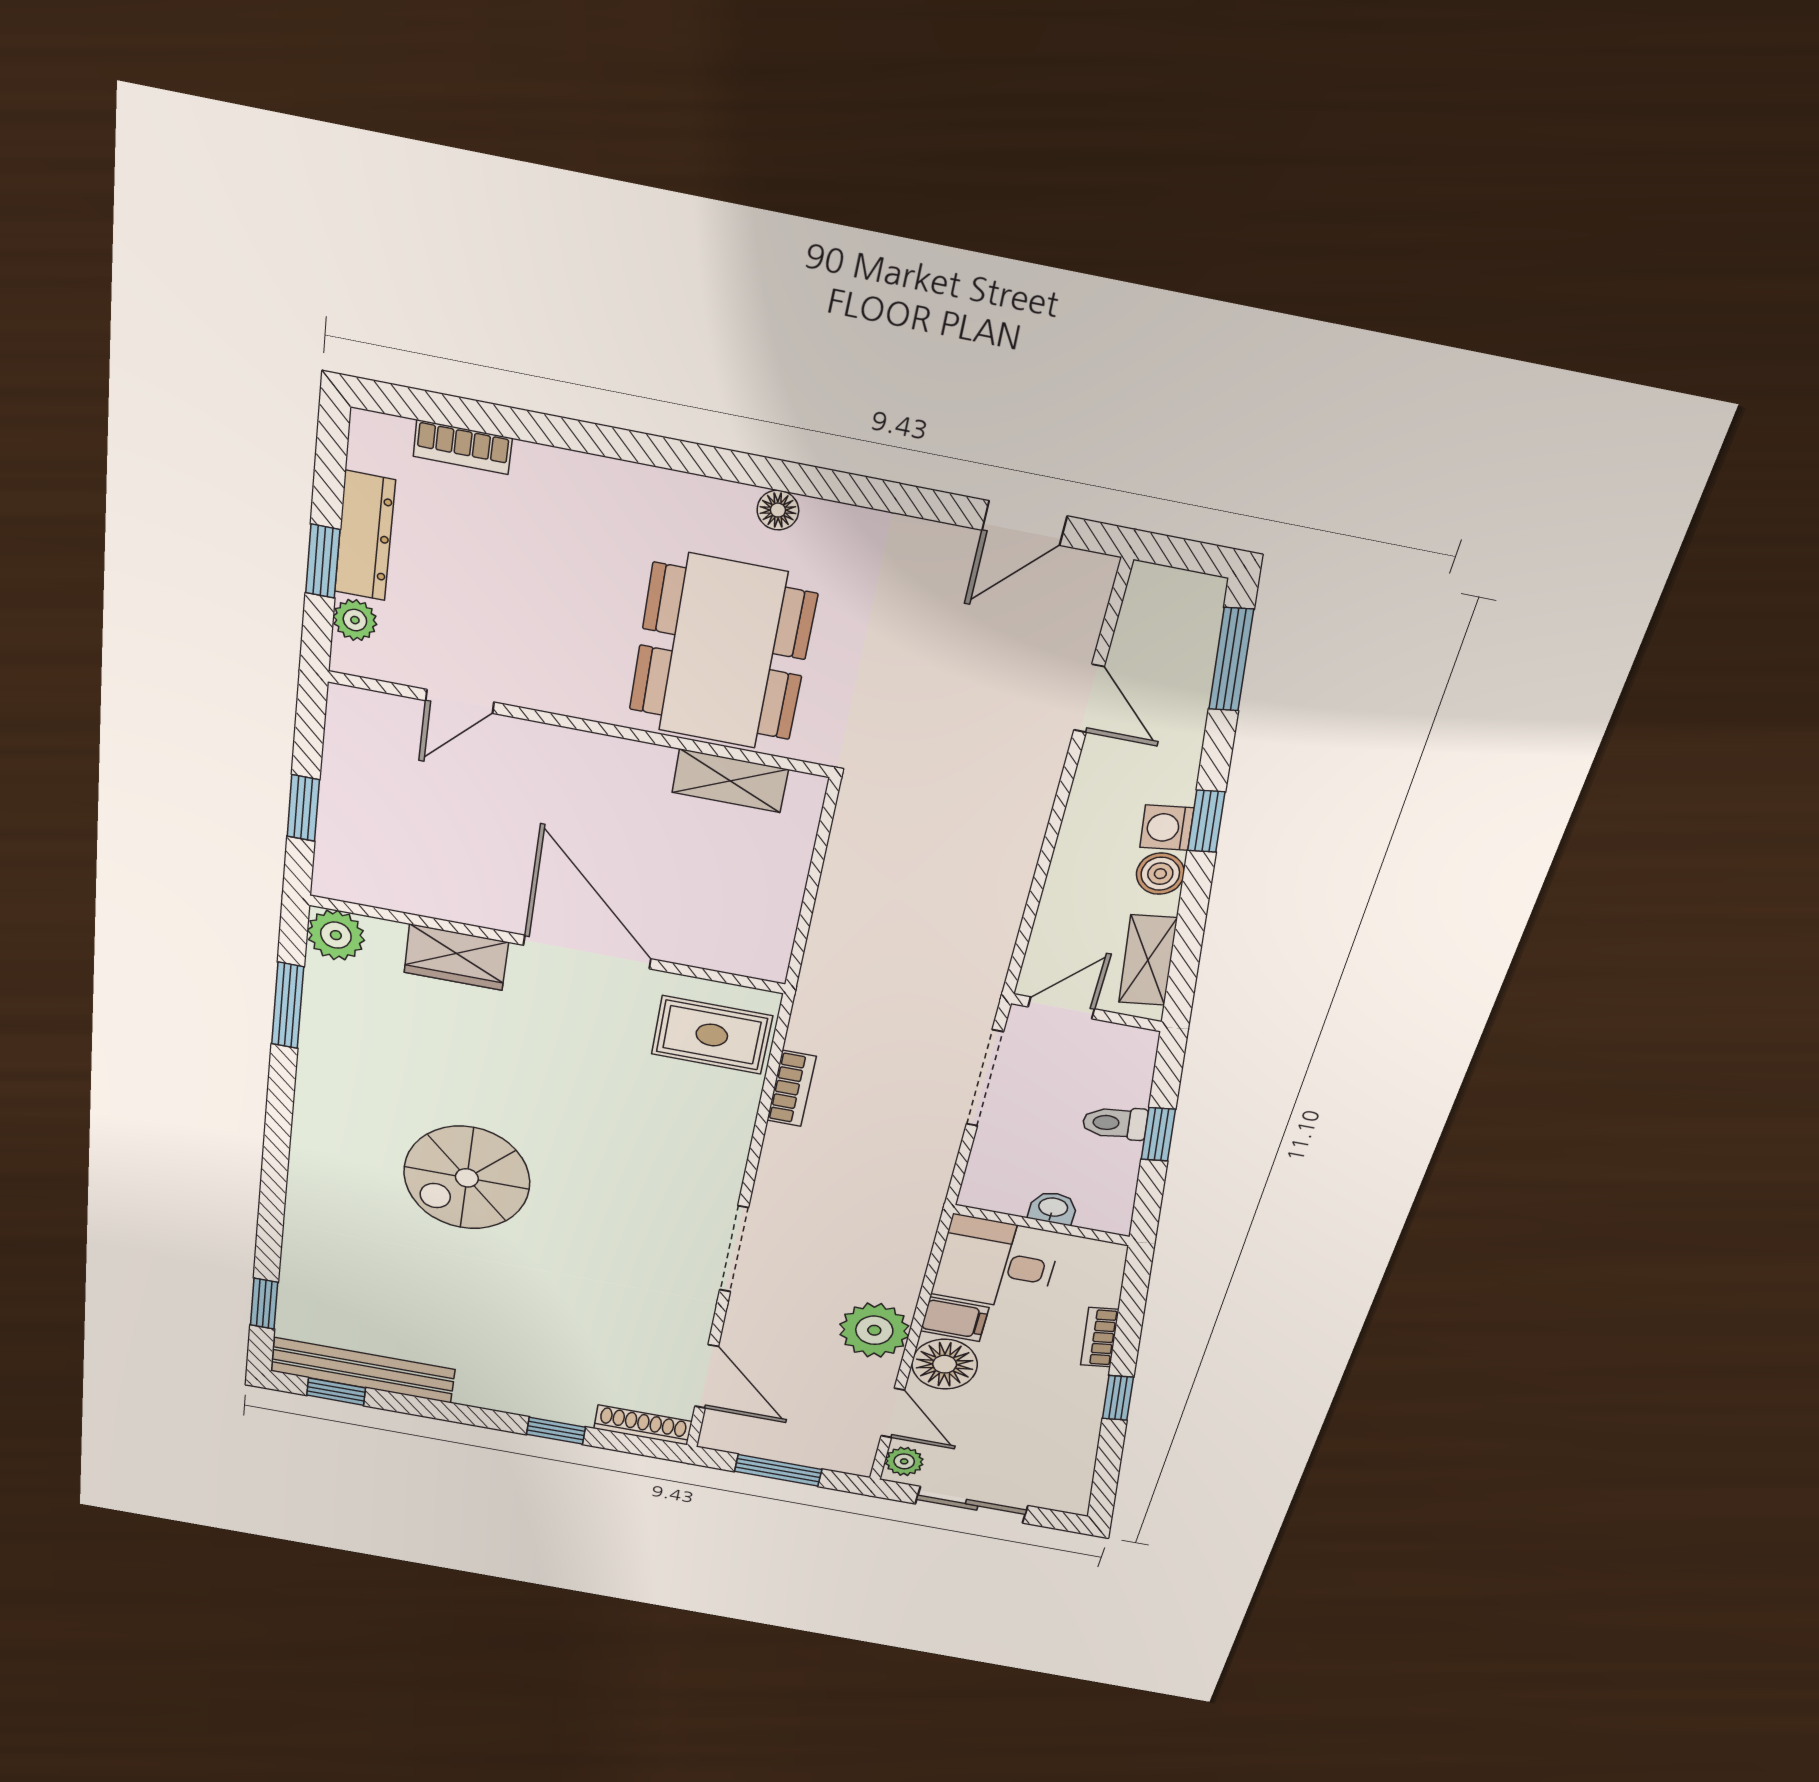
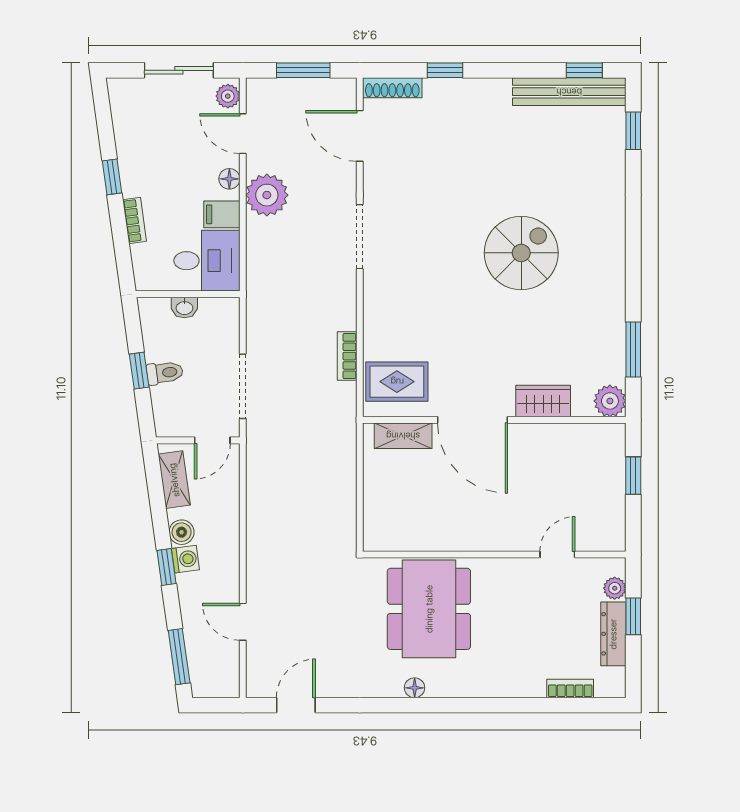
shelving: (730, 781) -> (403, 436), moved
floor lamp: (945, 1364) -> (229, 179), width x0.53, depth x0.53

